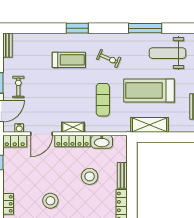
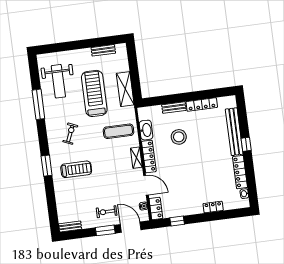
treadmill: (69, 60) -> (76, 169), turned 90
treadmill: (149, 90) -> (94, 93), turned 180
exercise mat: (103, 100) -> (119, 131), moved
stool: (50, 201) -> (205, 169), removed

